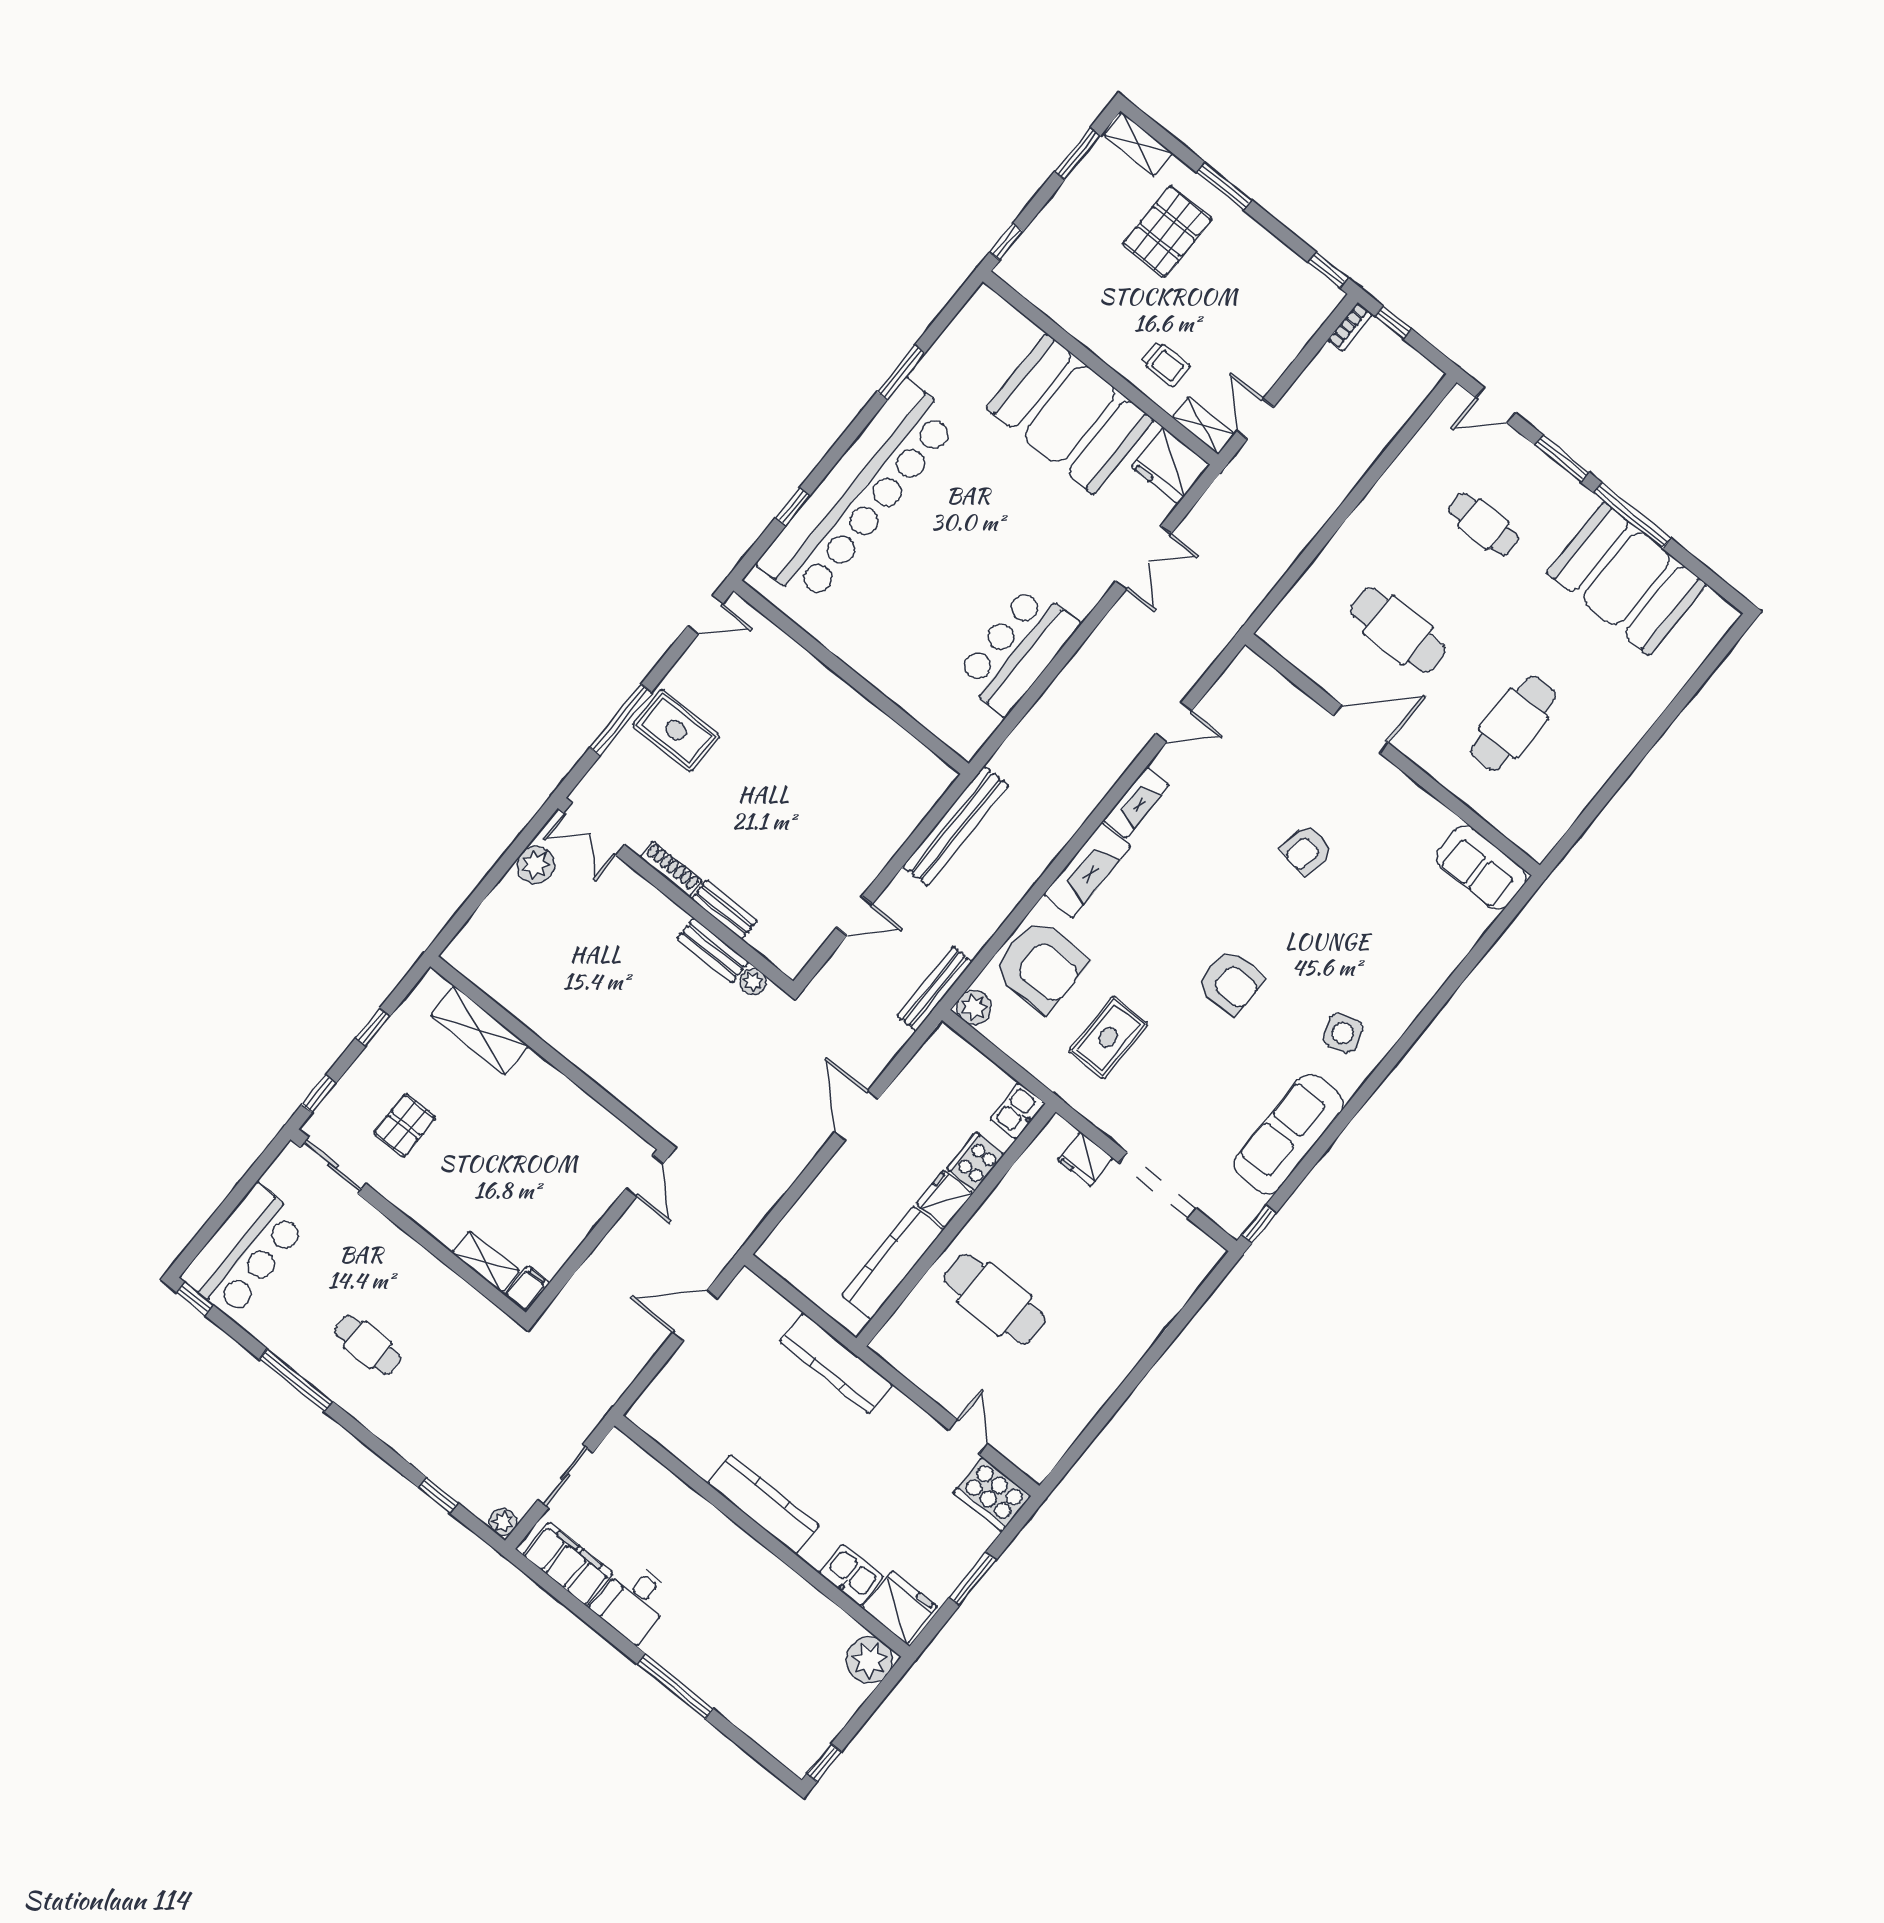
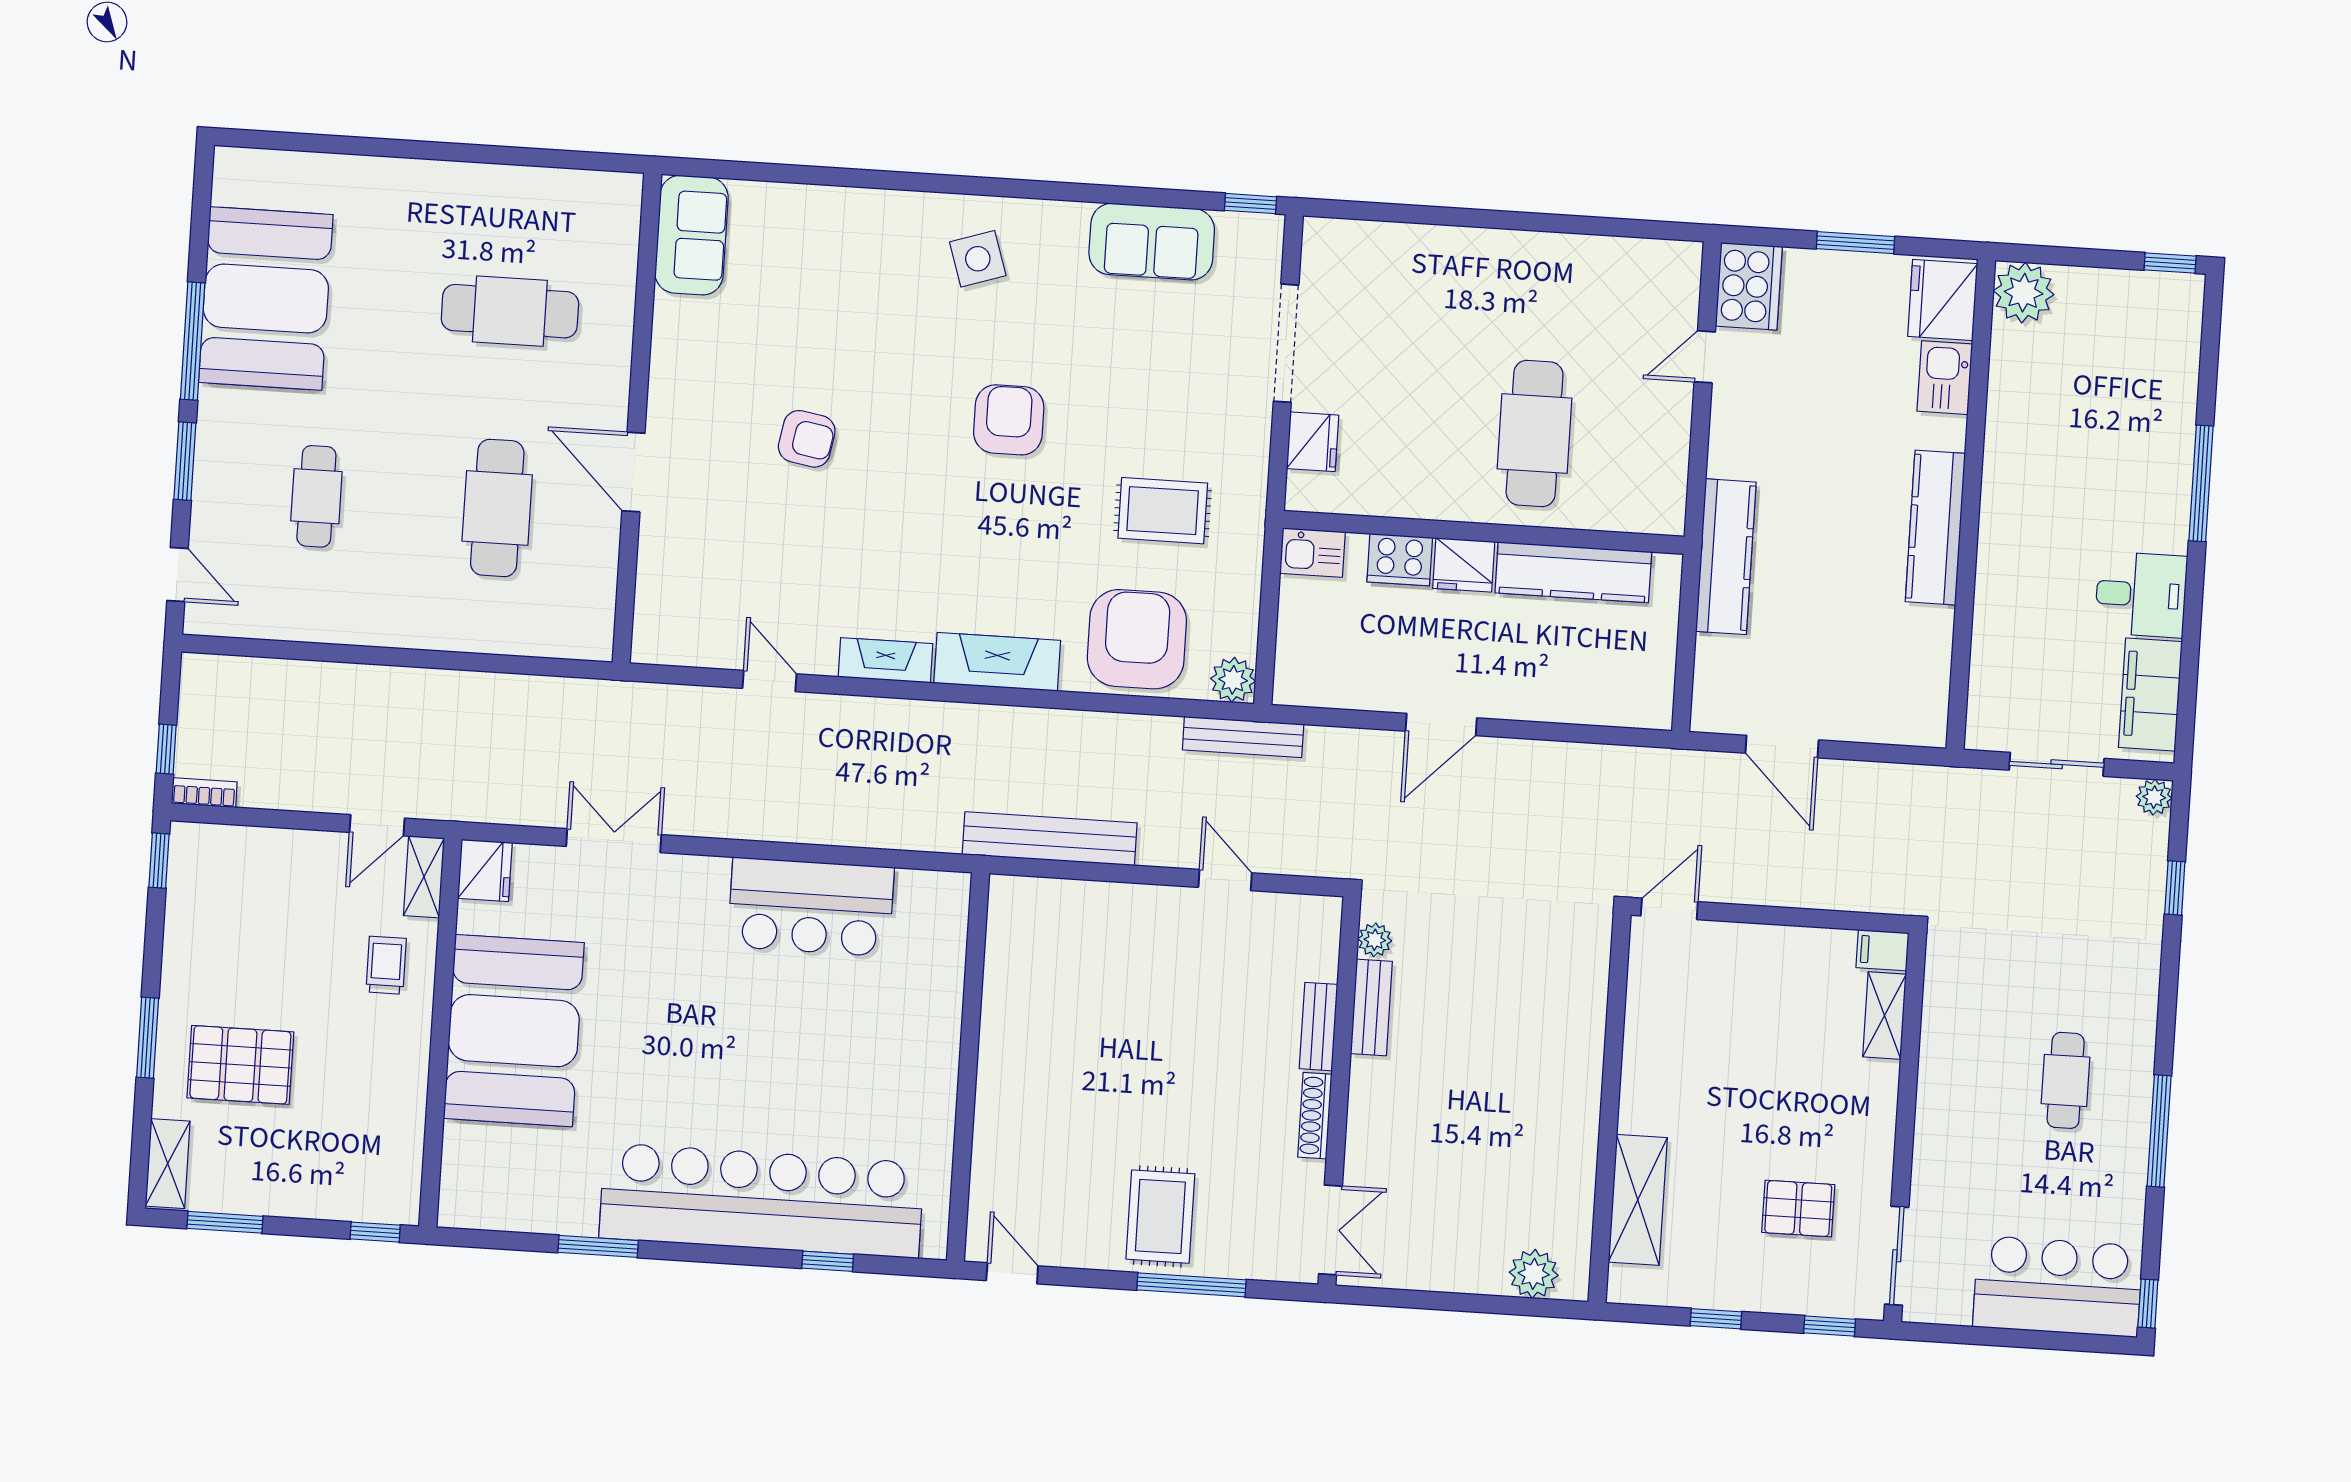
fridge: (1170, 466) -> (485, 870), width x0.73, depth x0.75
plant: (536, 865) -> (1534, 1274), moved
sofa: (1289, 1134) -> (1152, 242), width x0.73

